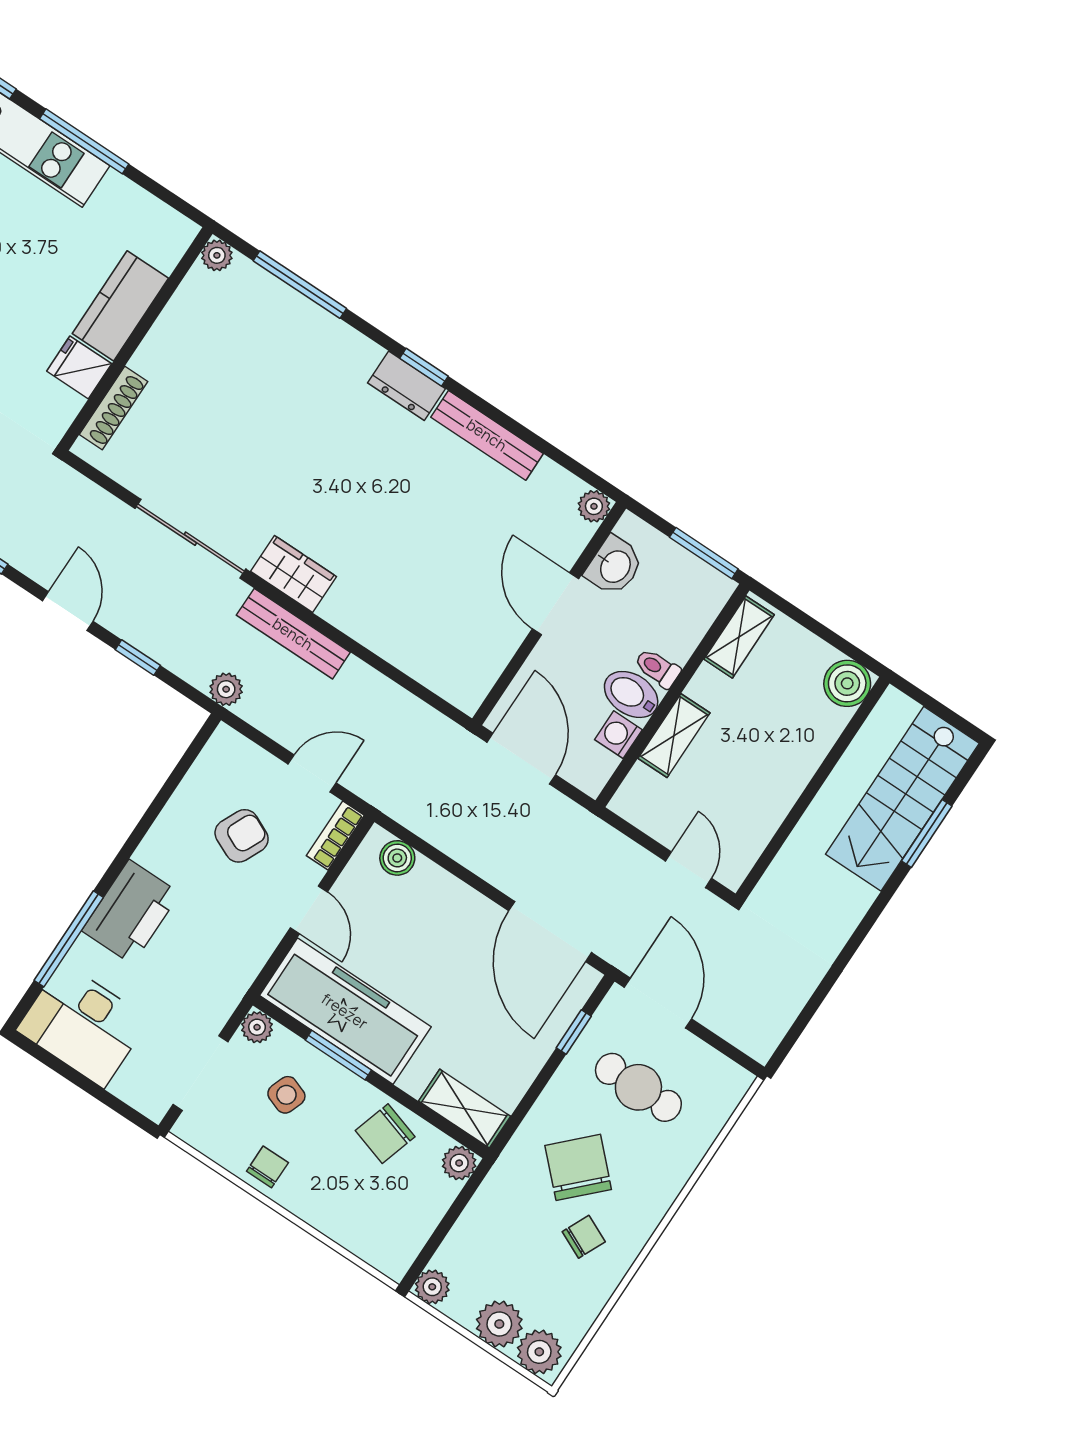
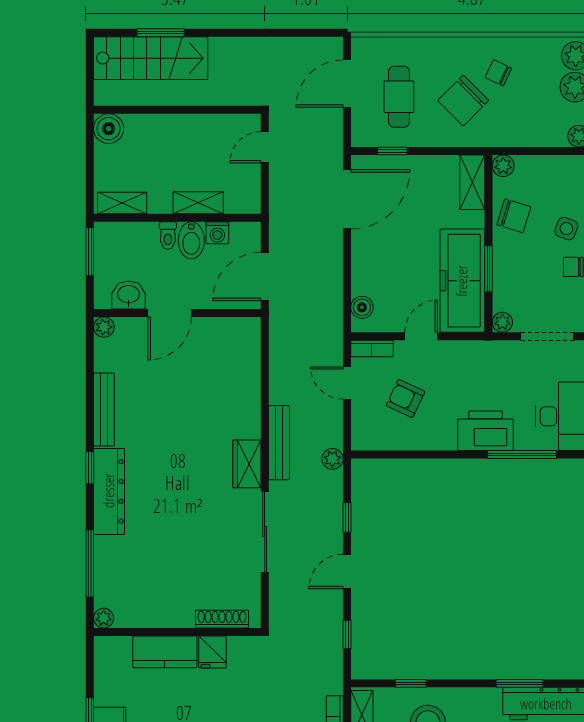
dresser: (407, 386) -> (109, 491), width x1.96, depth x1.24
door: (658, 1003) -> (347, 84), moved
side table: (286, 1095) -> (566, 229), moved

